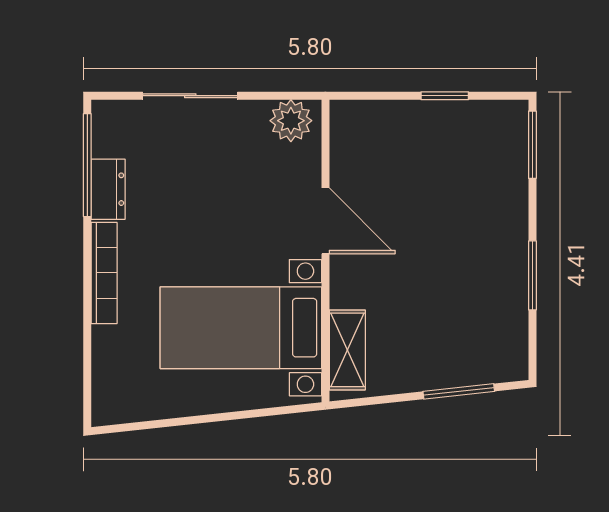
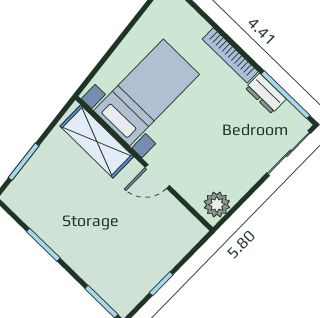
sliding door: (190, 96) -> (289, 153), moved
door: (325, 221) -> (157, 176), width x0.73
shelving: (347, 350) -> (97, 141), width x1.50, depth x1.33

